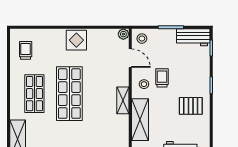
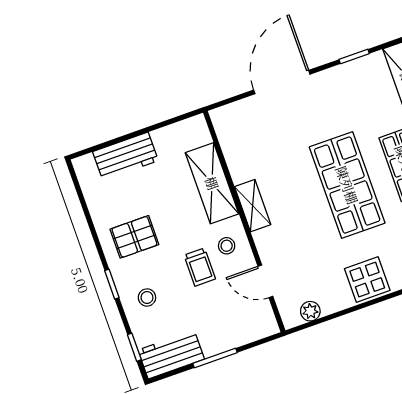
plant: (123, 34) -> (310, 311), moved
stool: (142, 39) -> (147, 297), moved

